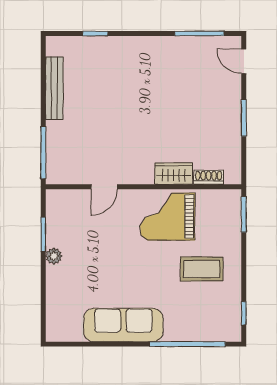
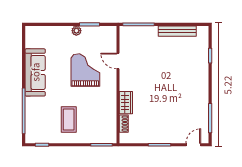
grand piano: (167, 217) -> (85, 70), moved

